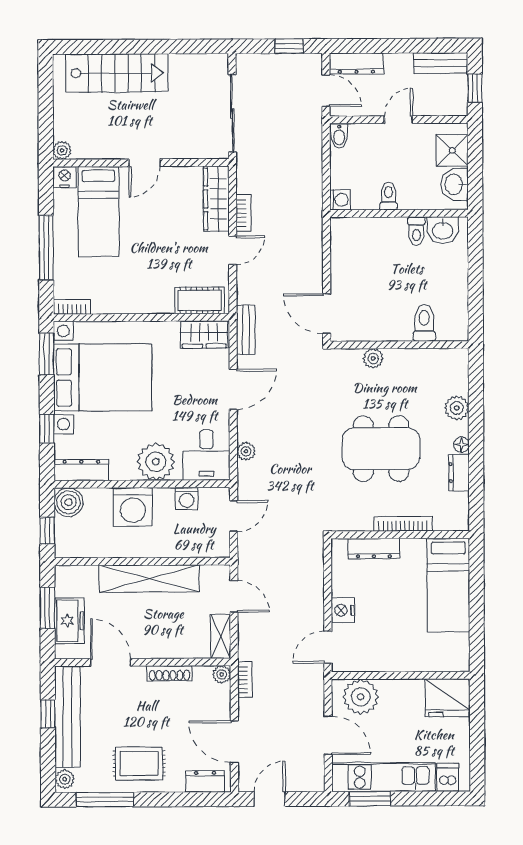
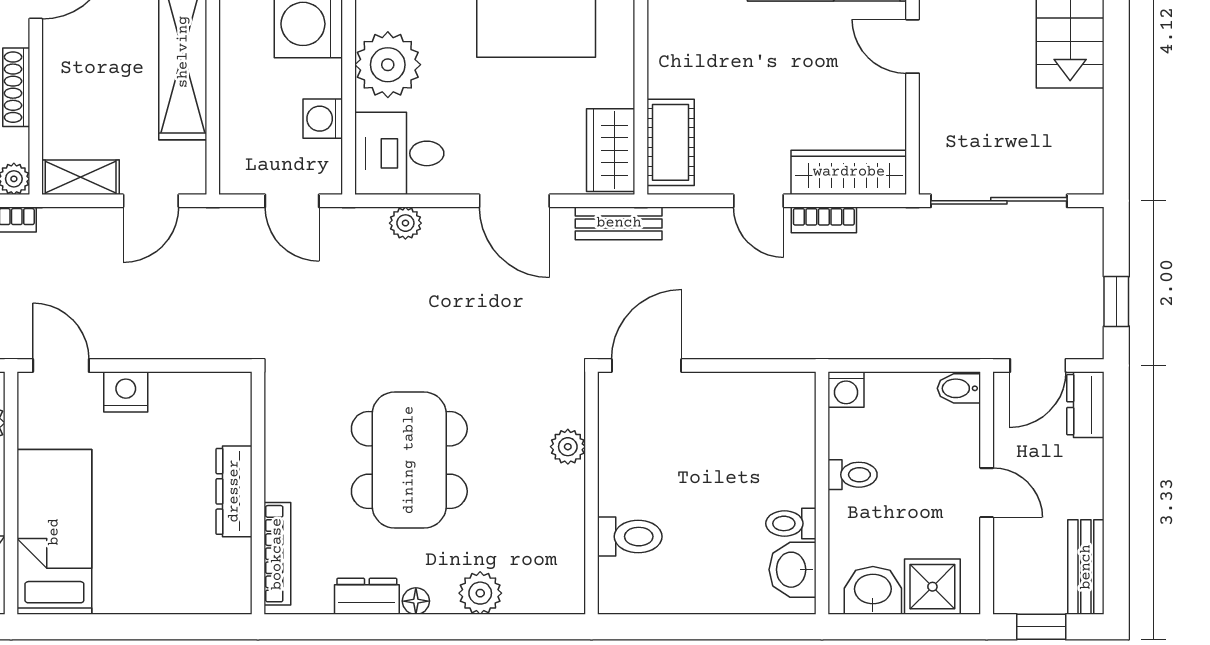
dresser: (356, 64) -> (1085, 405), width x0.70
bookcase: (403, 524) -> (277, 554), moved
dresser: (374, 549) -> (234, 491), moved
bed: (448, 585) -> (54, 532), moved, turned 90

